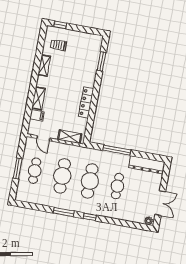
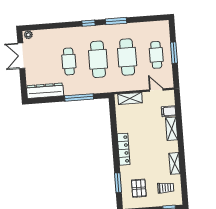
pallet: (84, 51) -> (139, 188), added
locker: (86, 103) -> (124, 149), moved

